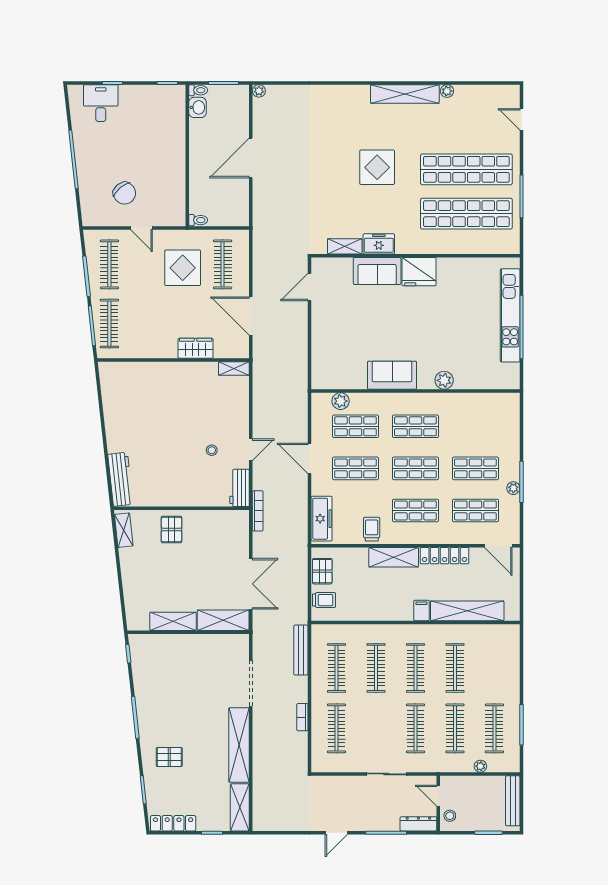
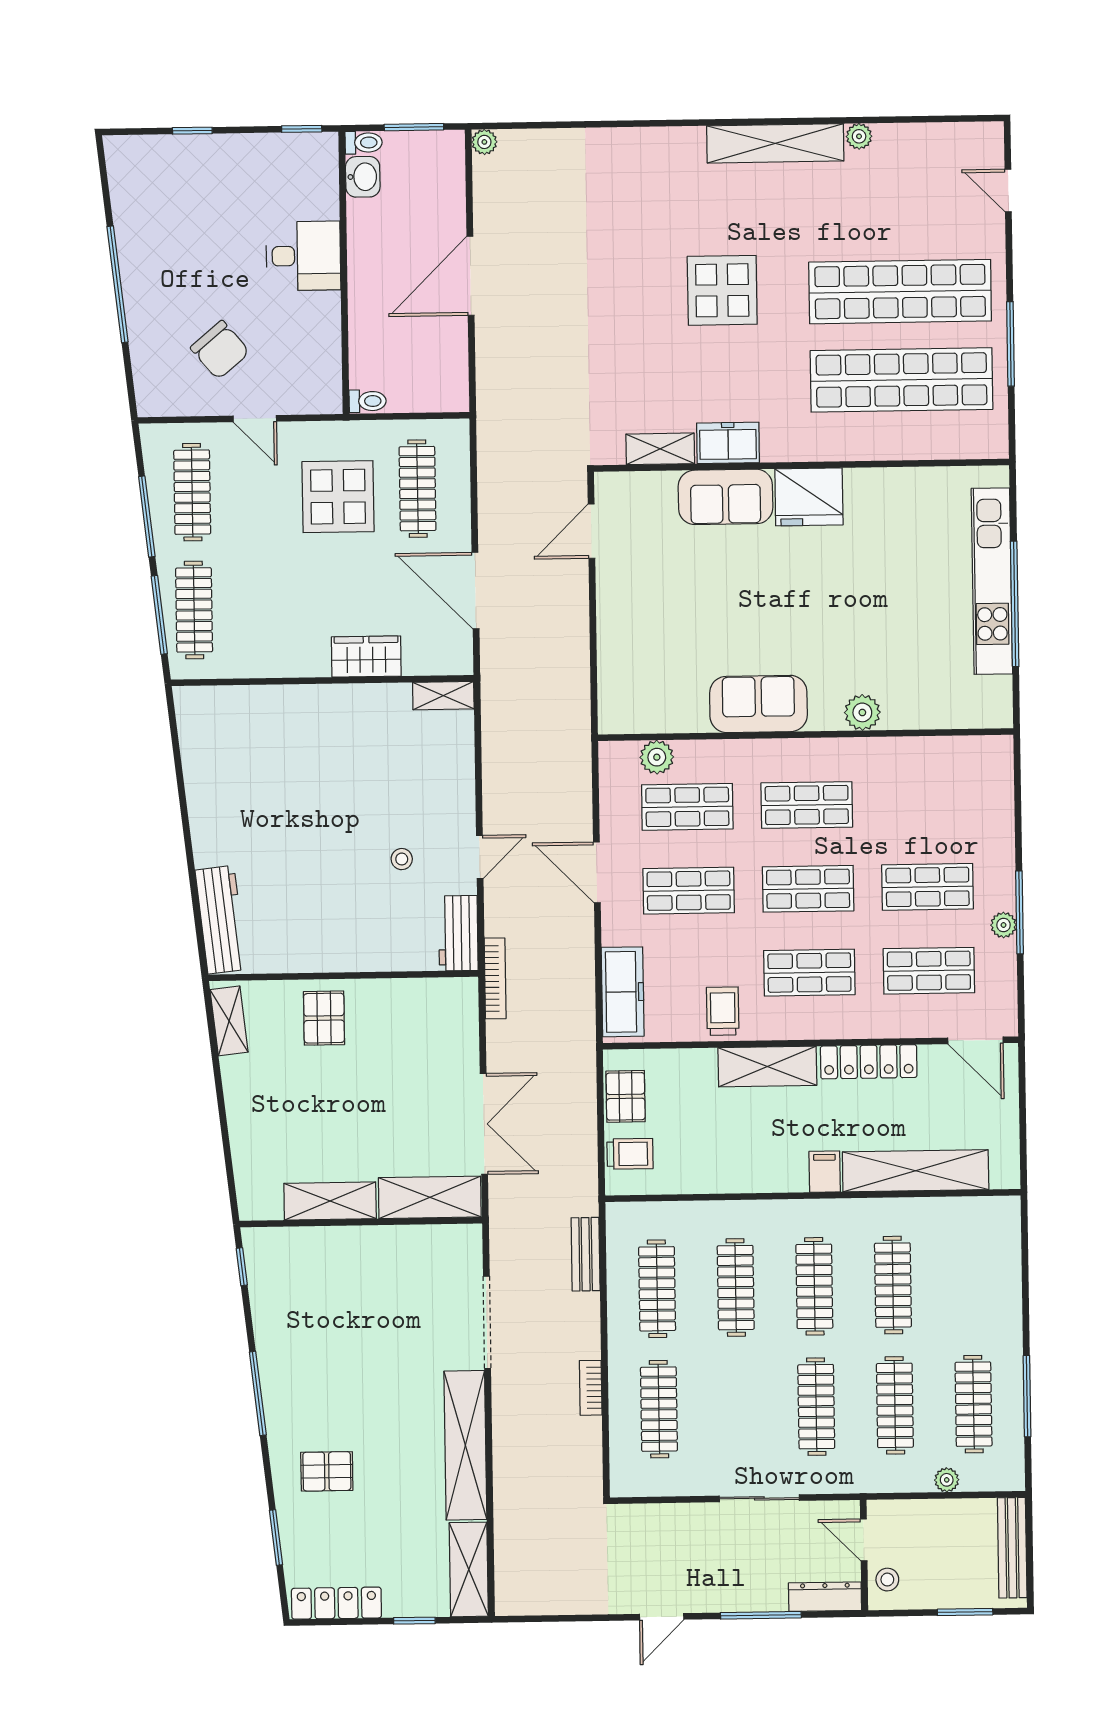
desk: (101, 103) -> (303, 256), moved, turned 90
bench: (301, 650) -> (586, 1254), width x0.73

